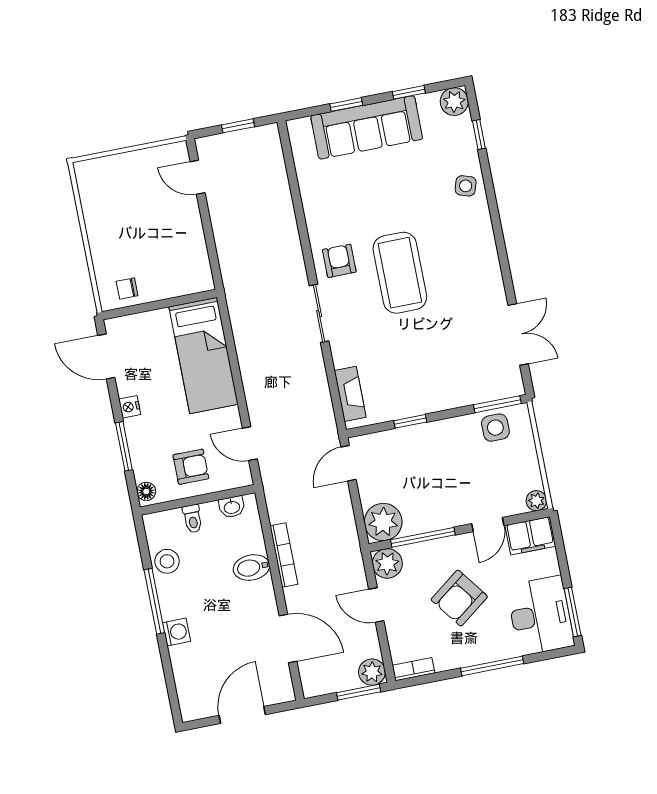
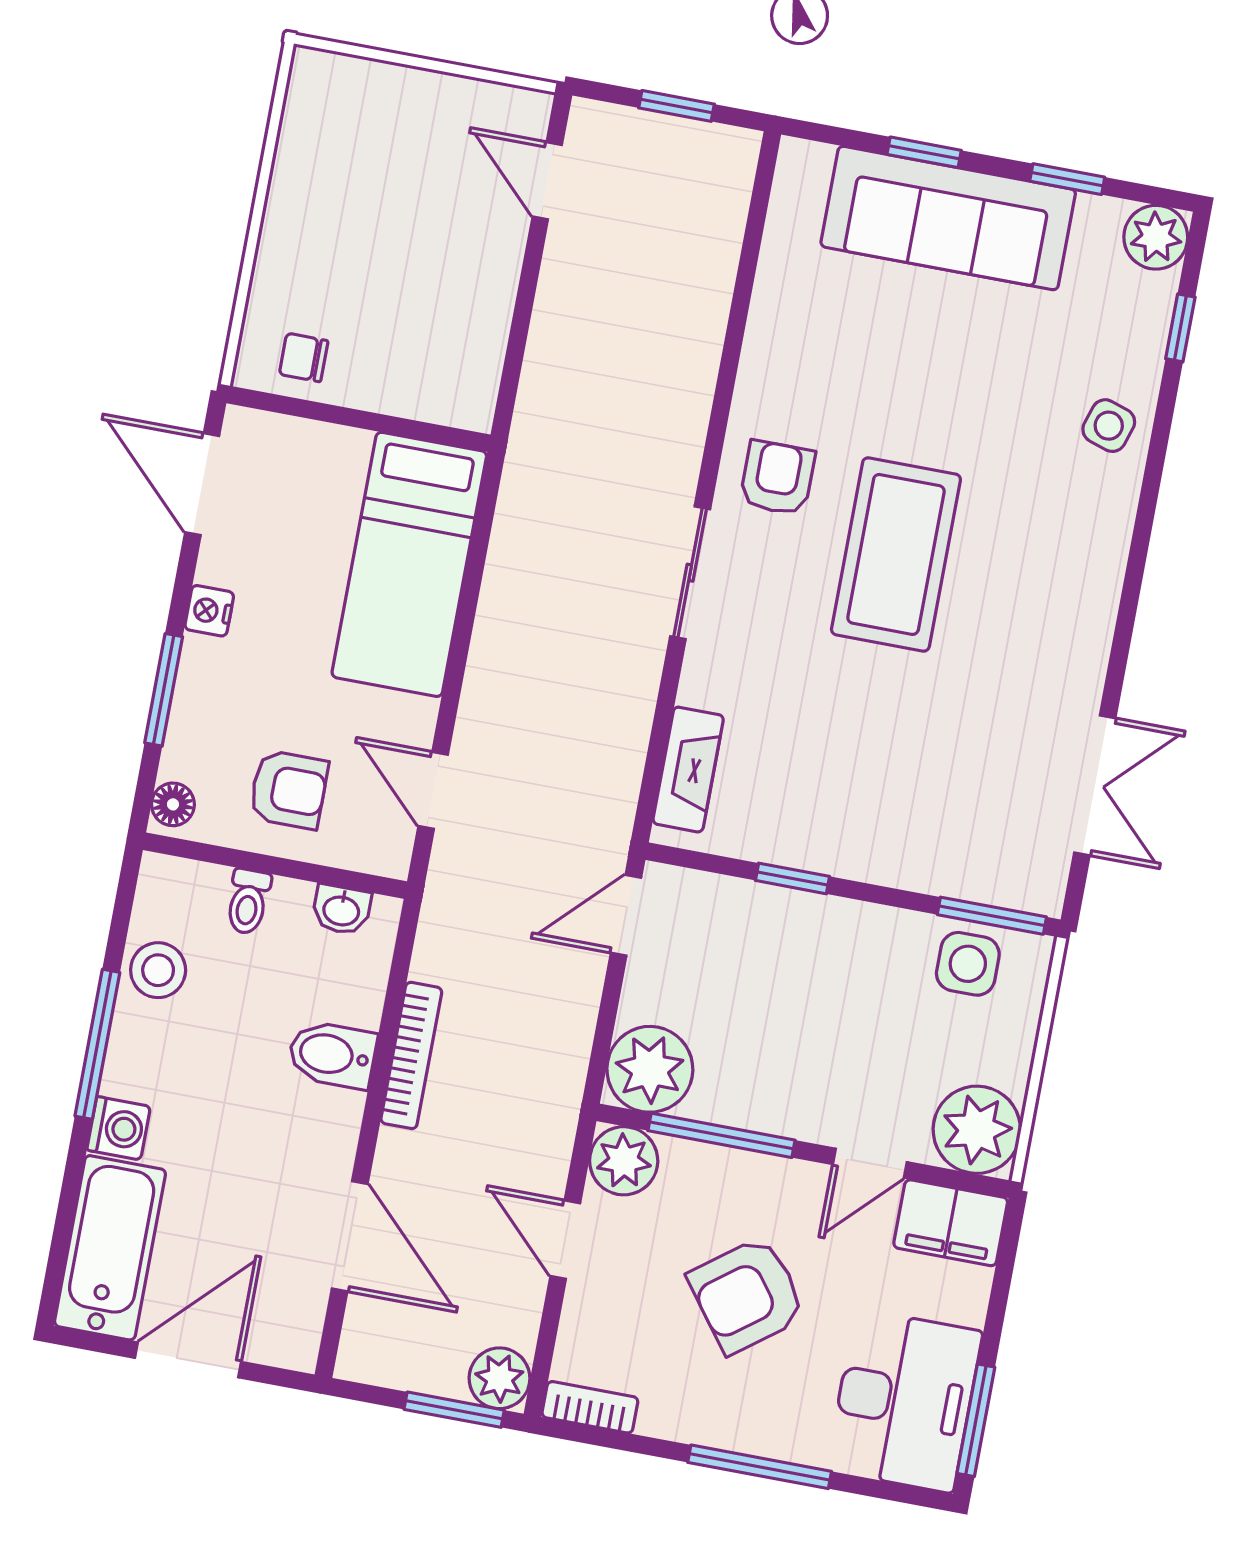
plant: (536, 501) -> (977, 1130), width x1.88, depth x1.88
bathtub: (192, 682) -> (110, 1248), added

